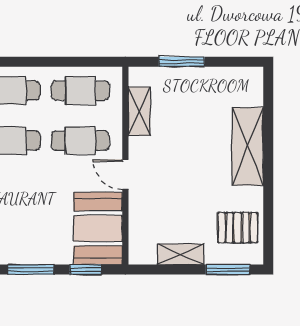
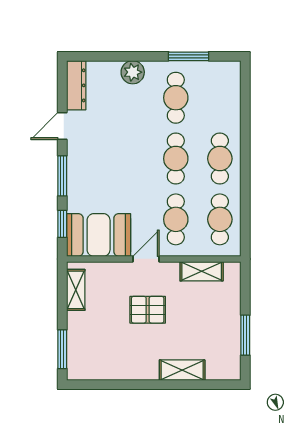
window: (182, 62) -> (245, 335), moved
shelving: (248, 146) -> (182, 370), width x0.67, depth x0.75
pallet: (238, 228) -> (148, 310), moved, turned 90
shelving: (181, 254) -> (76, 290), moved

